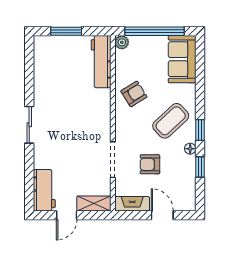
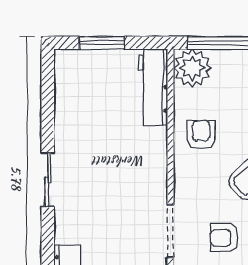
plant: (122, 42) -> (192, 68), width x1.88, depth x1.88
armchair: (134, 94) -> (201, 135), turned -58

